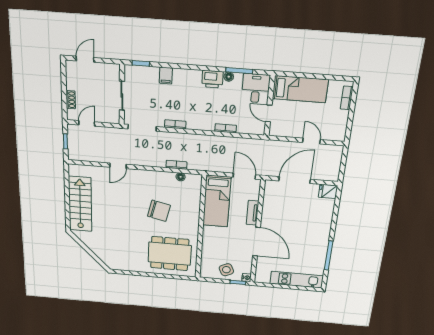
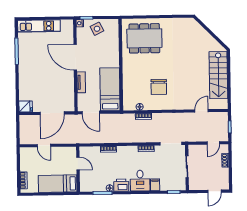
desk: (256, 88) -> (140, 181), moved
door: (118, 166) -> (202, 111), moved
chair: (159, 211) -> (159, 87), moved, turned -103

